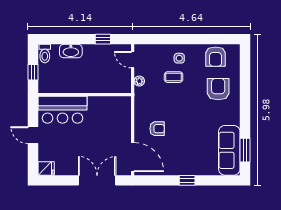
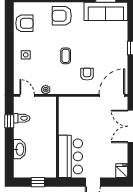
toilet: (45, 54) -> (22, 118), moved
door: (133, 60) -> (27, 95), swing flipped
coffee table: (174, 77) -> (66, 56), moved
armchair: (218, 89) -> (62, 16), moved

